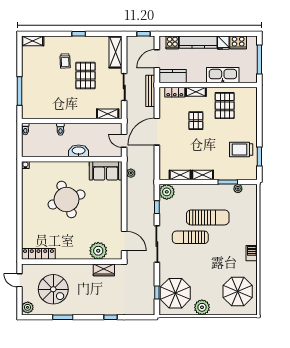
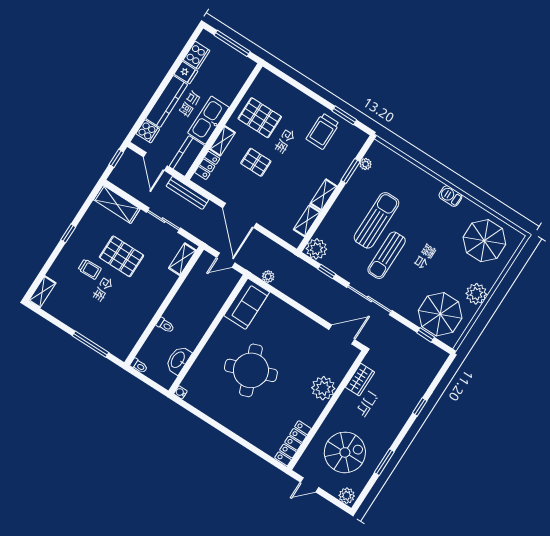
kitchen sink: (223, 75) -> (208, 120), moved
washbasin: (79, 151) -> (178, 360), moved
plant: (98, 251) -> (323, 388), moved

